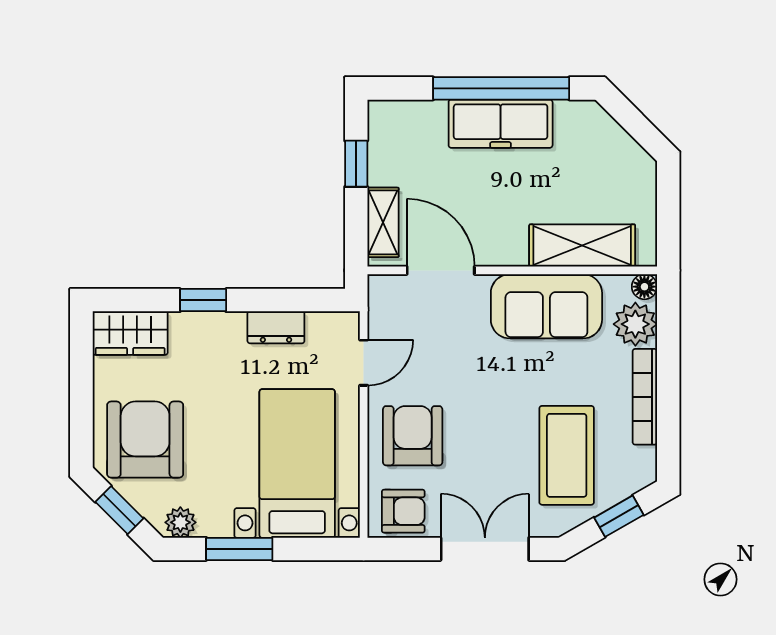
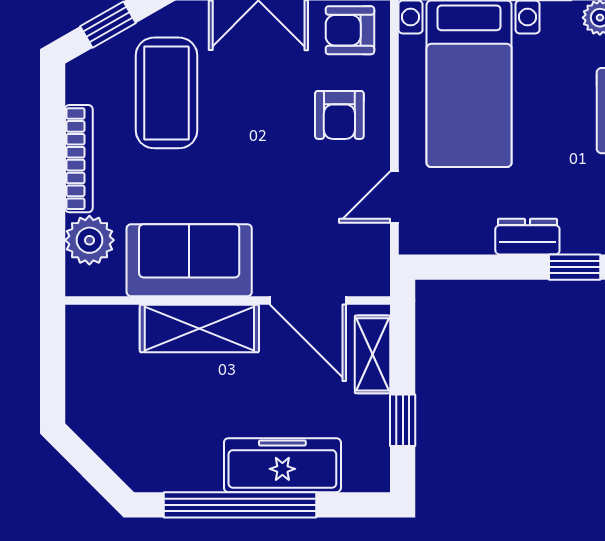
freezer: (501, 124) -> (282, 465), moved
shelving: (582, 245) -> (199, 328), moved
floor lamp: (644, 287) -> (79, 282), removed
dresser: (276, 327) -> (527, 237), moved
armchair: (413, 436) -> (339, 115), width x0.72, depth x0.72

